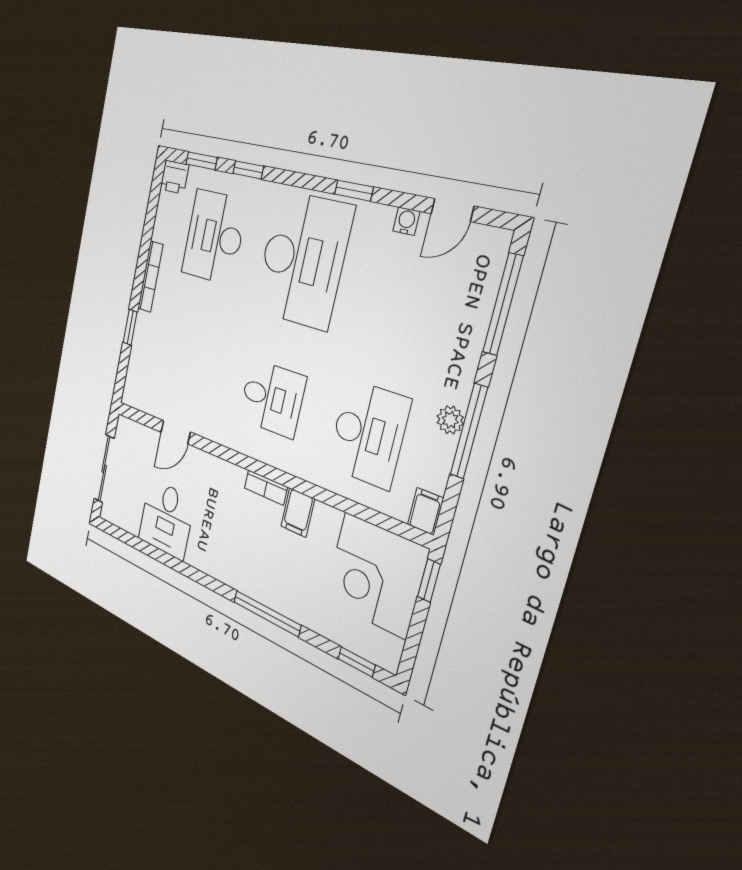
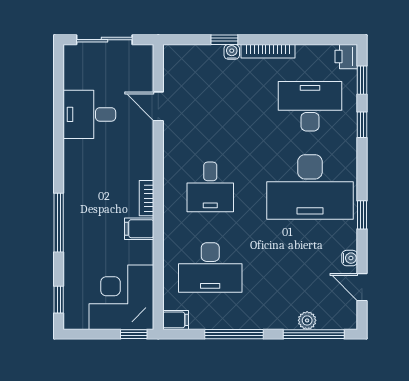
water cooler: (143, 322) -> (232, 52), added
plant: (450, 420) -> (307, 320), moved

